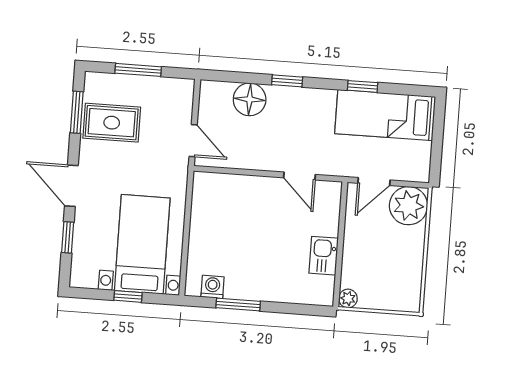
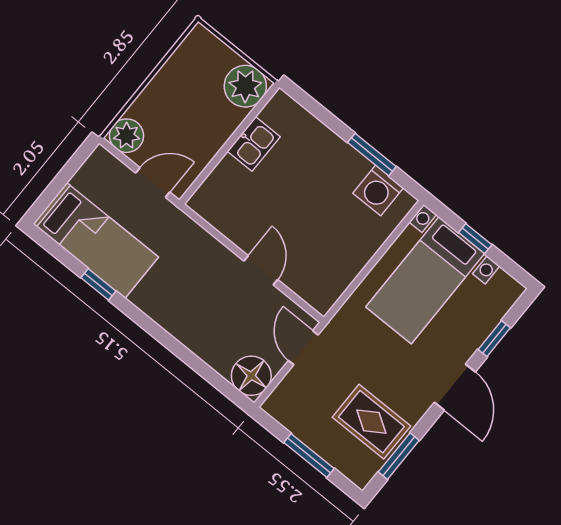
window: (287, 81) -> (169, 342), removed
floor lamp: (250, 99) -> (251, 376), moved
door: (299, 176) -> (261, 270), moved
plant: (409, 206) -> (127, 136), width x0.73, depth x0.73
washing machine: (212, 287) -> (378, 190), width x1.38, depth x1.38
plant: (348, 298) -> (245, 86), width x1.87, depth x1.87

